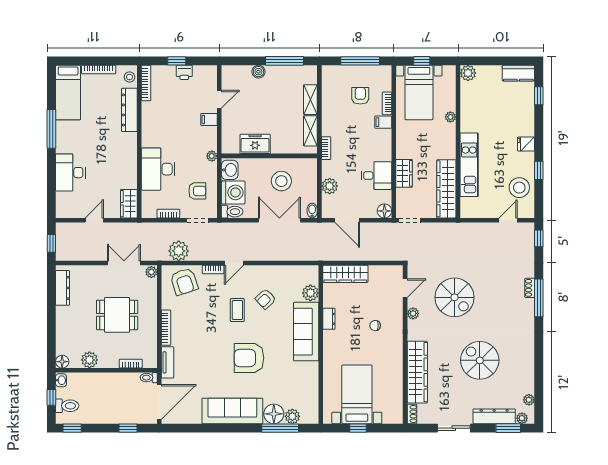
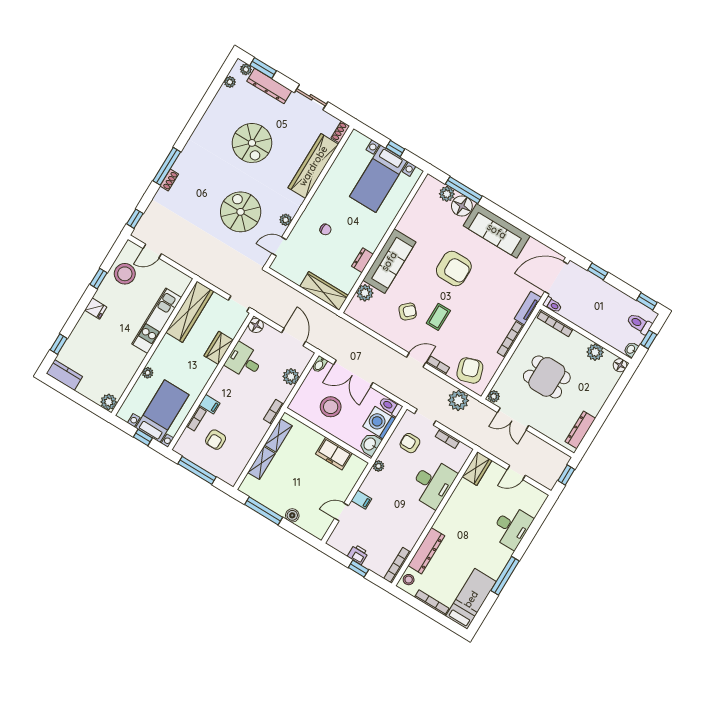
bookcase: (131, 364) -> (555, 323), width x1.56

